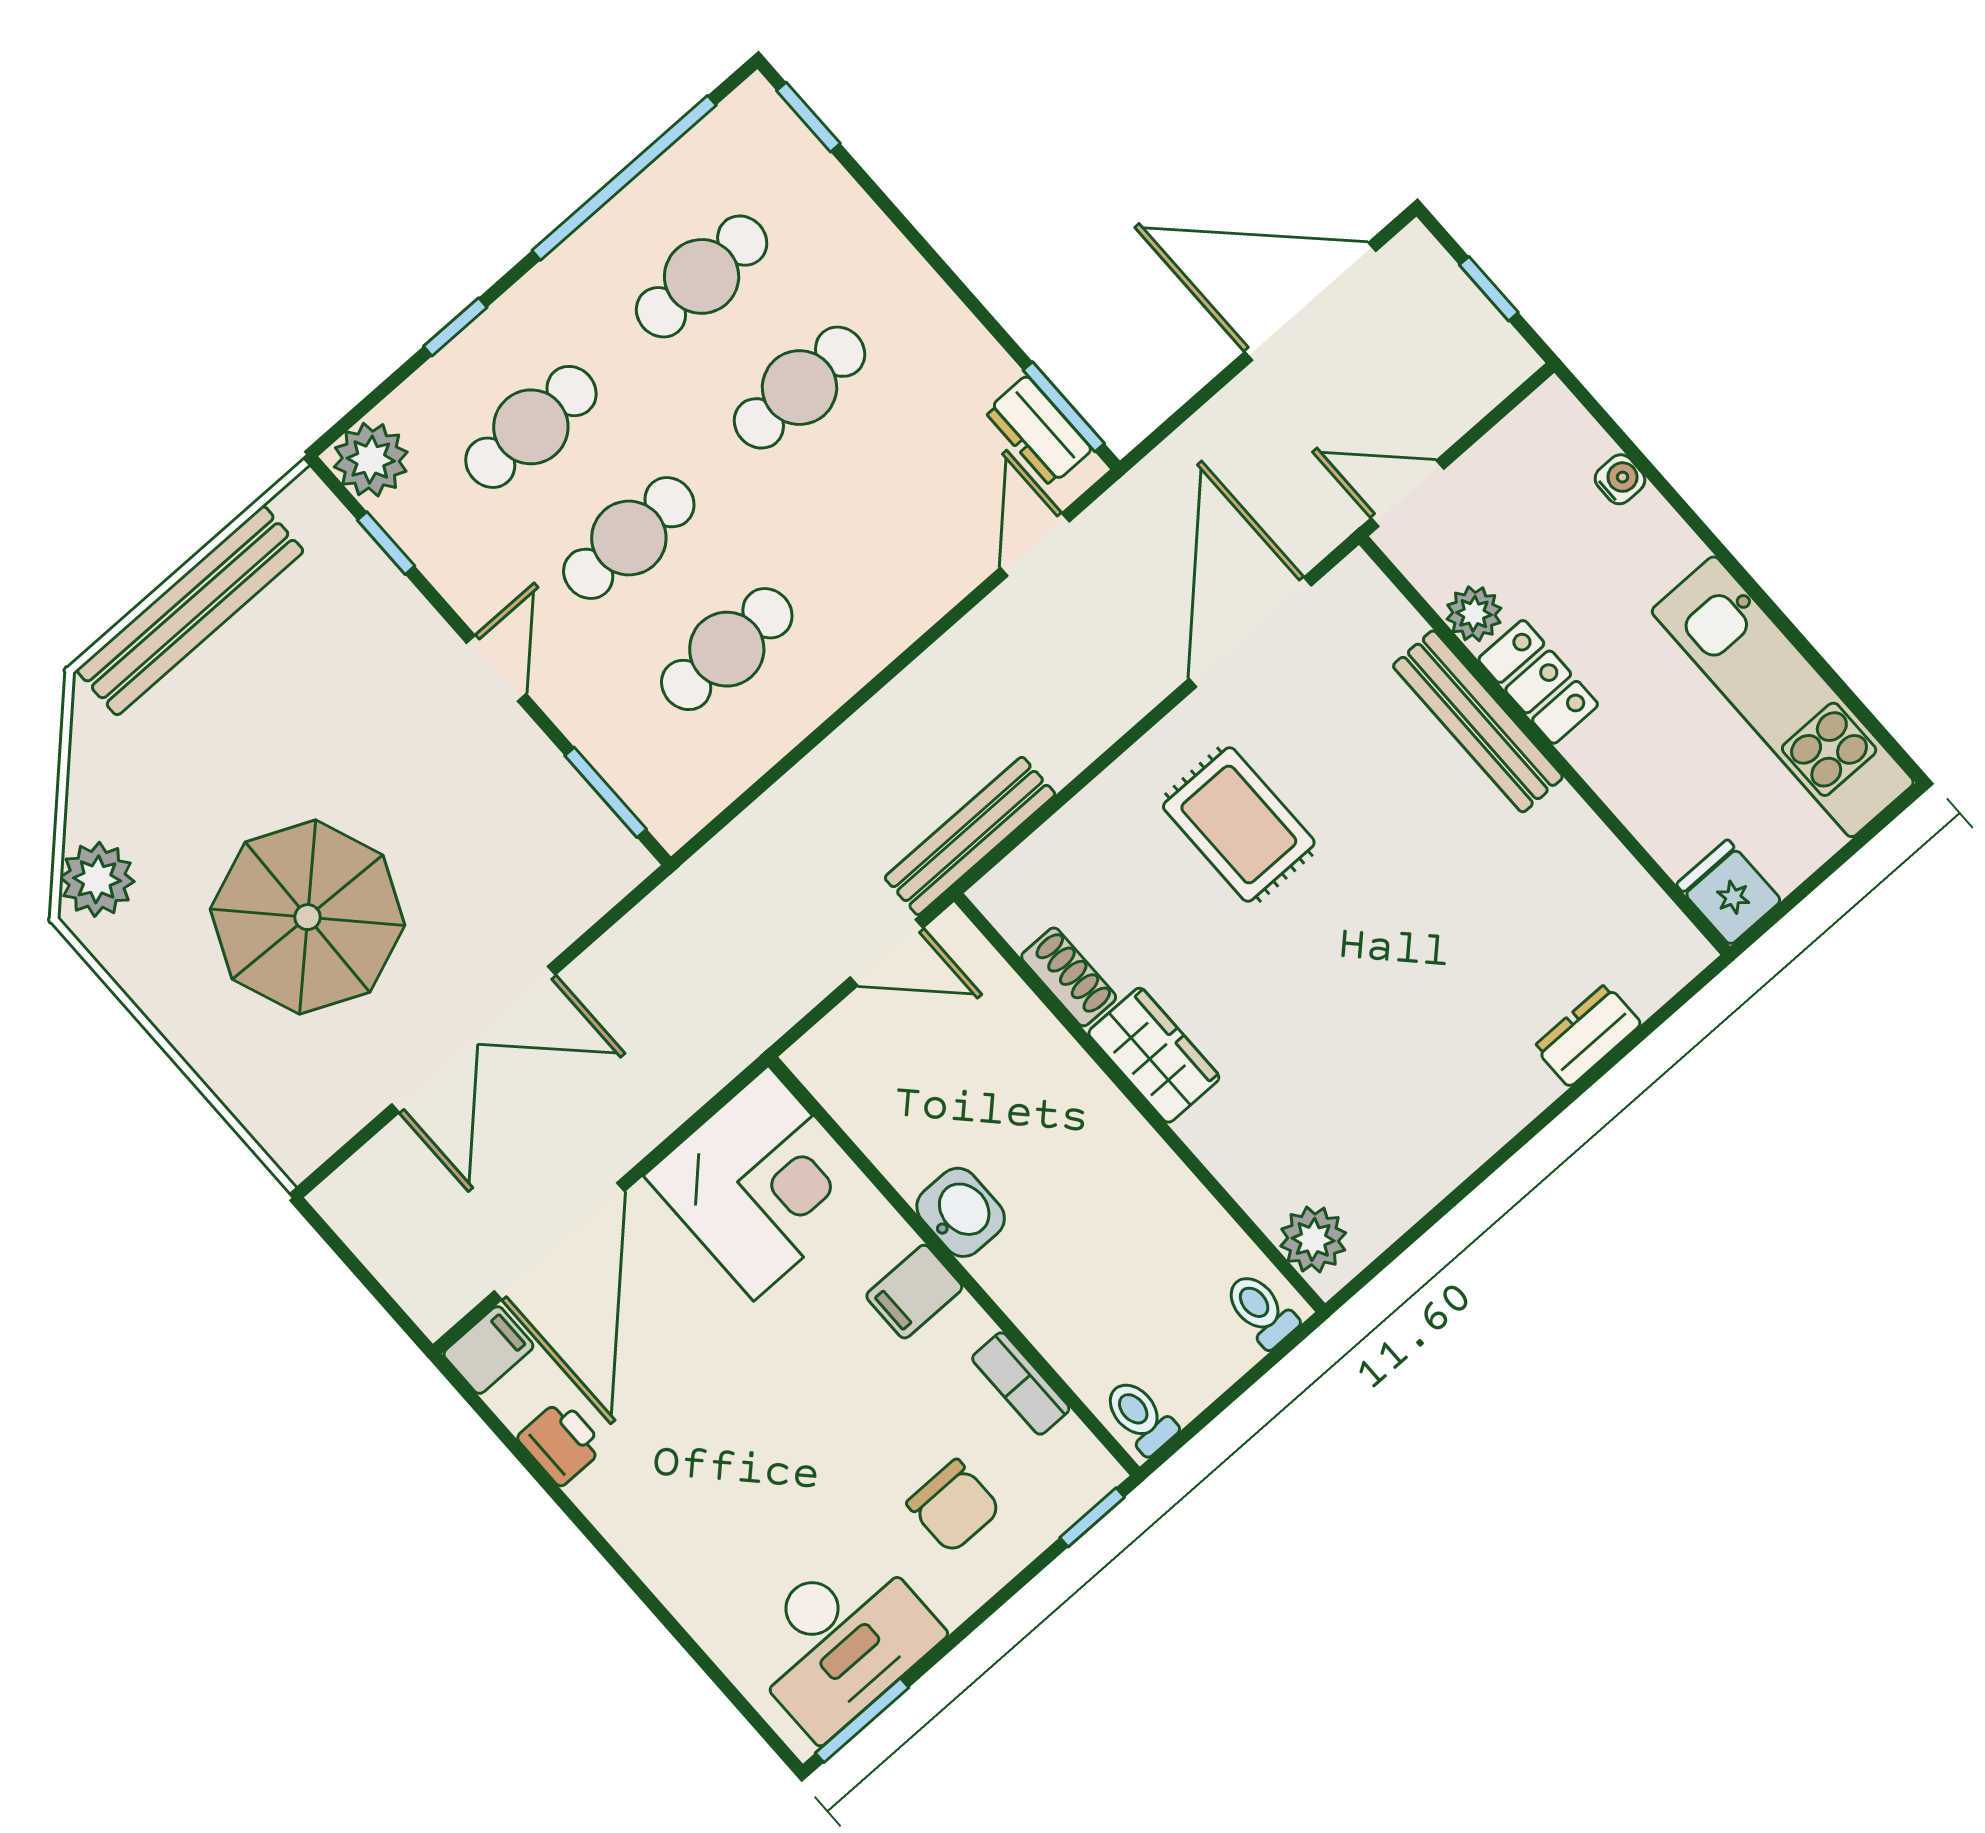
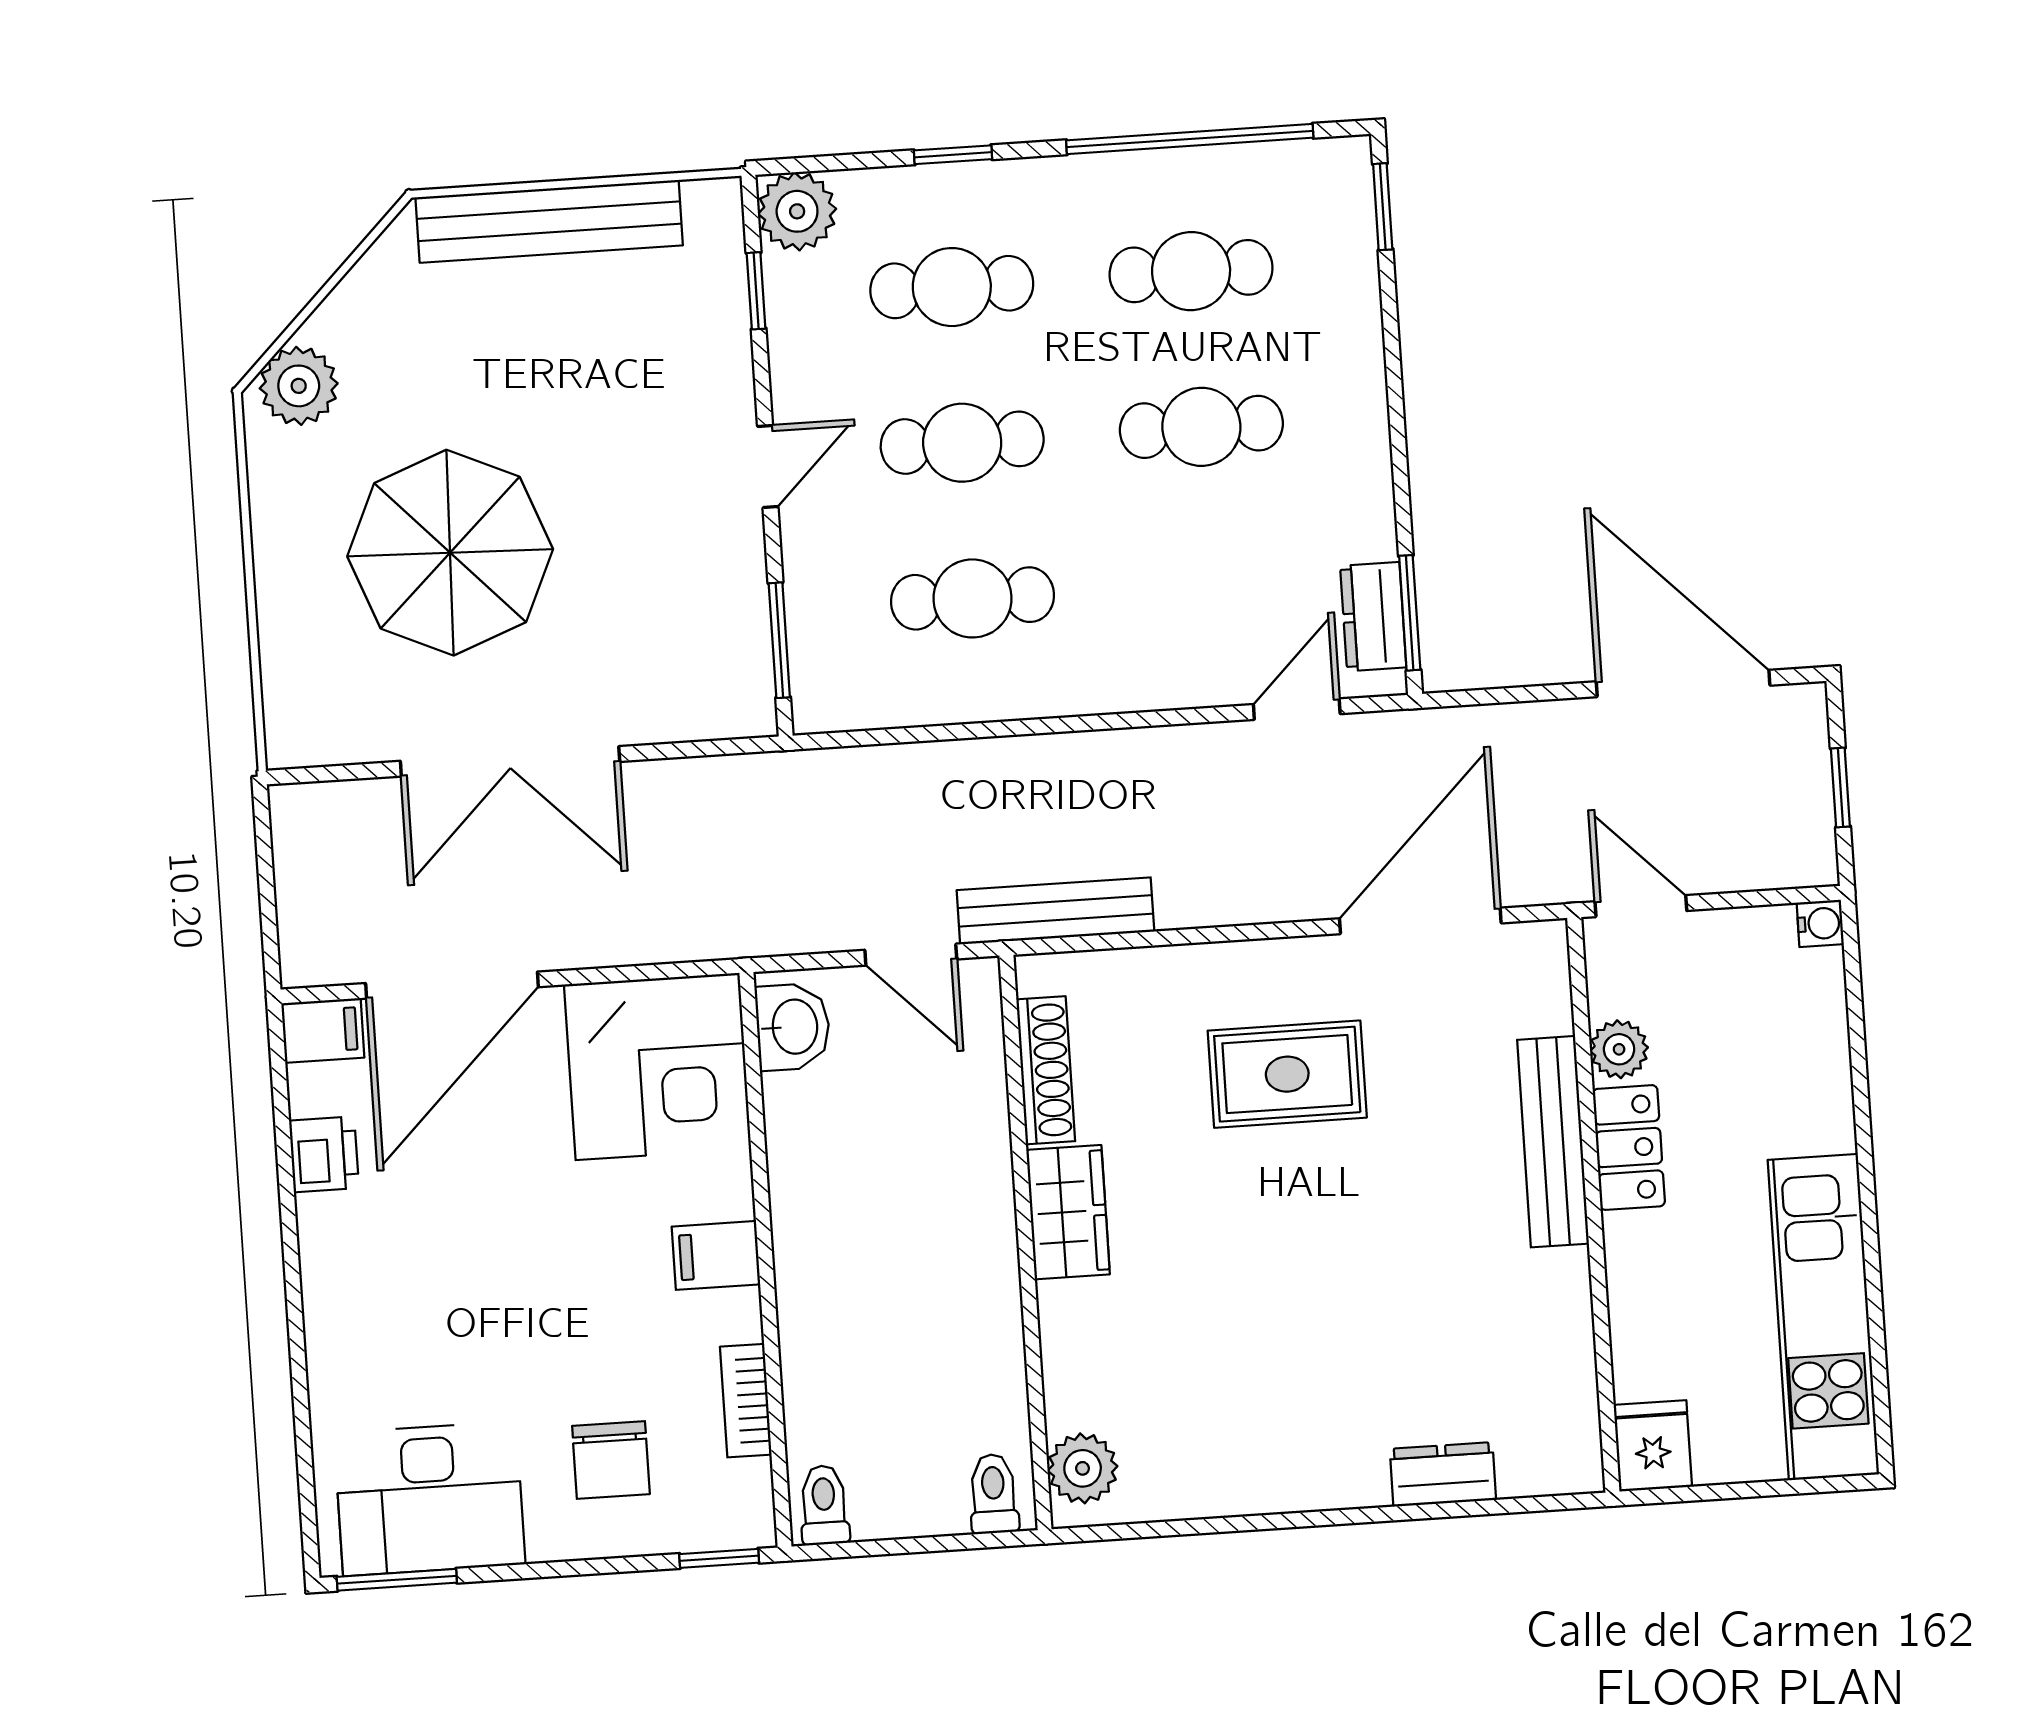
water cooler: (1620, 479) -> (1820, 923), moved
rug: (1239, 824) -> (1287, 1074), turned 90
shoe rack: (1069, 977) -> (1046, 1070), width x1.43
washbasin: (961, 1212) -> (793, 1027), moved

